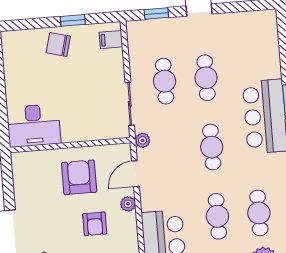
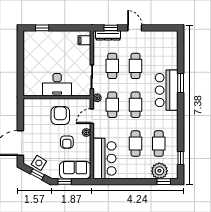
window: (73, 20) -> (42, 28), moved
dresser: (153, 27) -> (108, 35), added
chair: (58, 44) -> (55, 41), removed
desk: (34, 125) -> (57, 85), moved
cafe table: (170, 150) -> (112, 105), added

